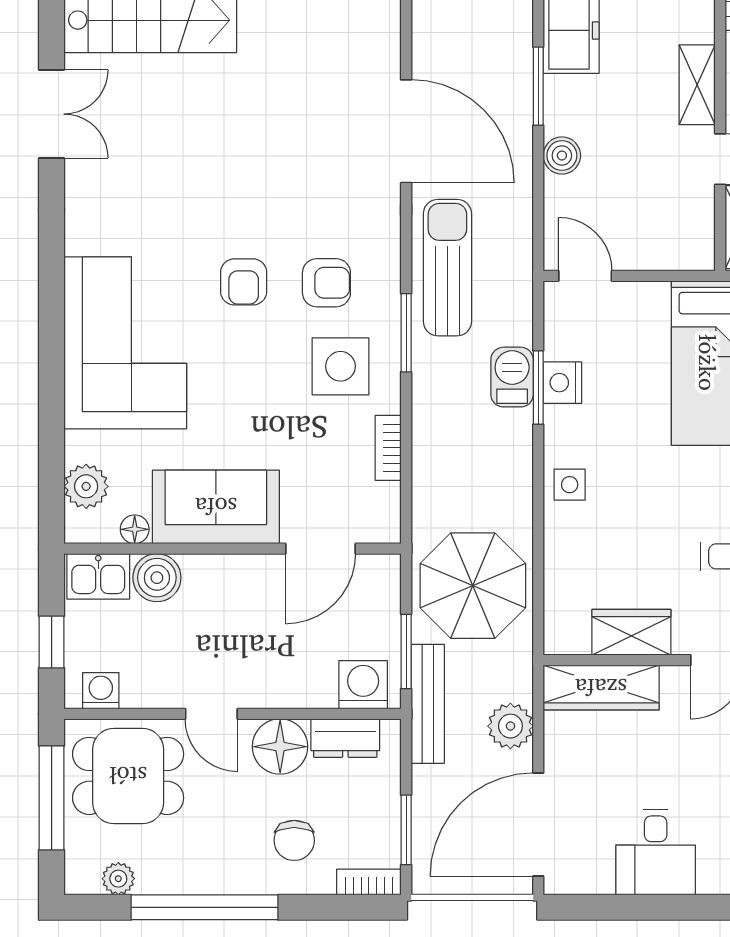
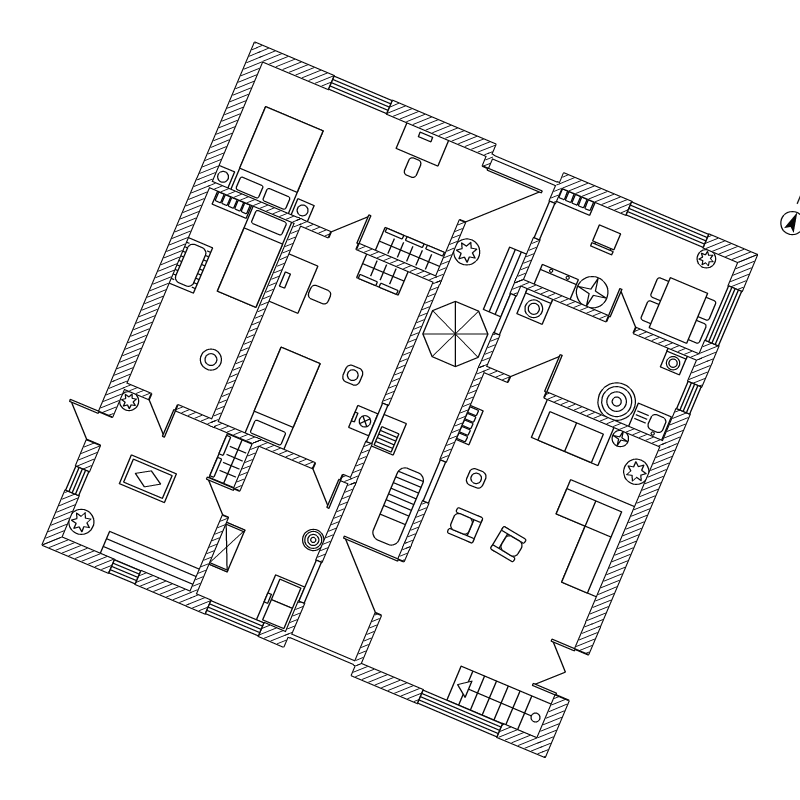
armchair: (244, 282) -> (508, 544), turned 98
side table: (340, 366) -> (476, 478), width x0.54, depth x0.54
side table: (570, 485) -> (353, 375), moved
boiler: (157, 578) -> (617, 402), width x1.37, depth x1.37

